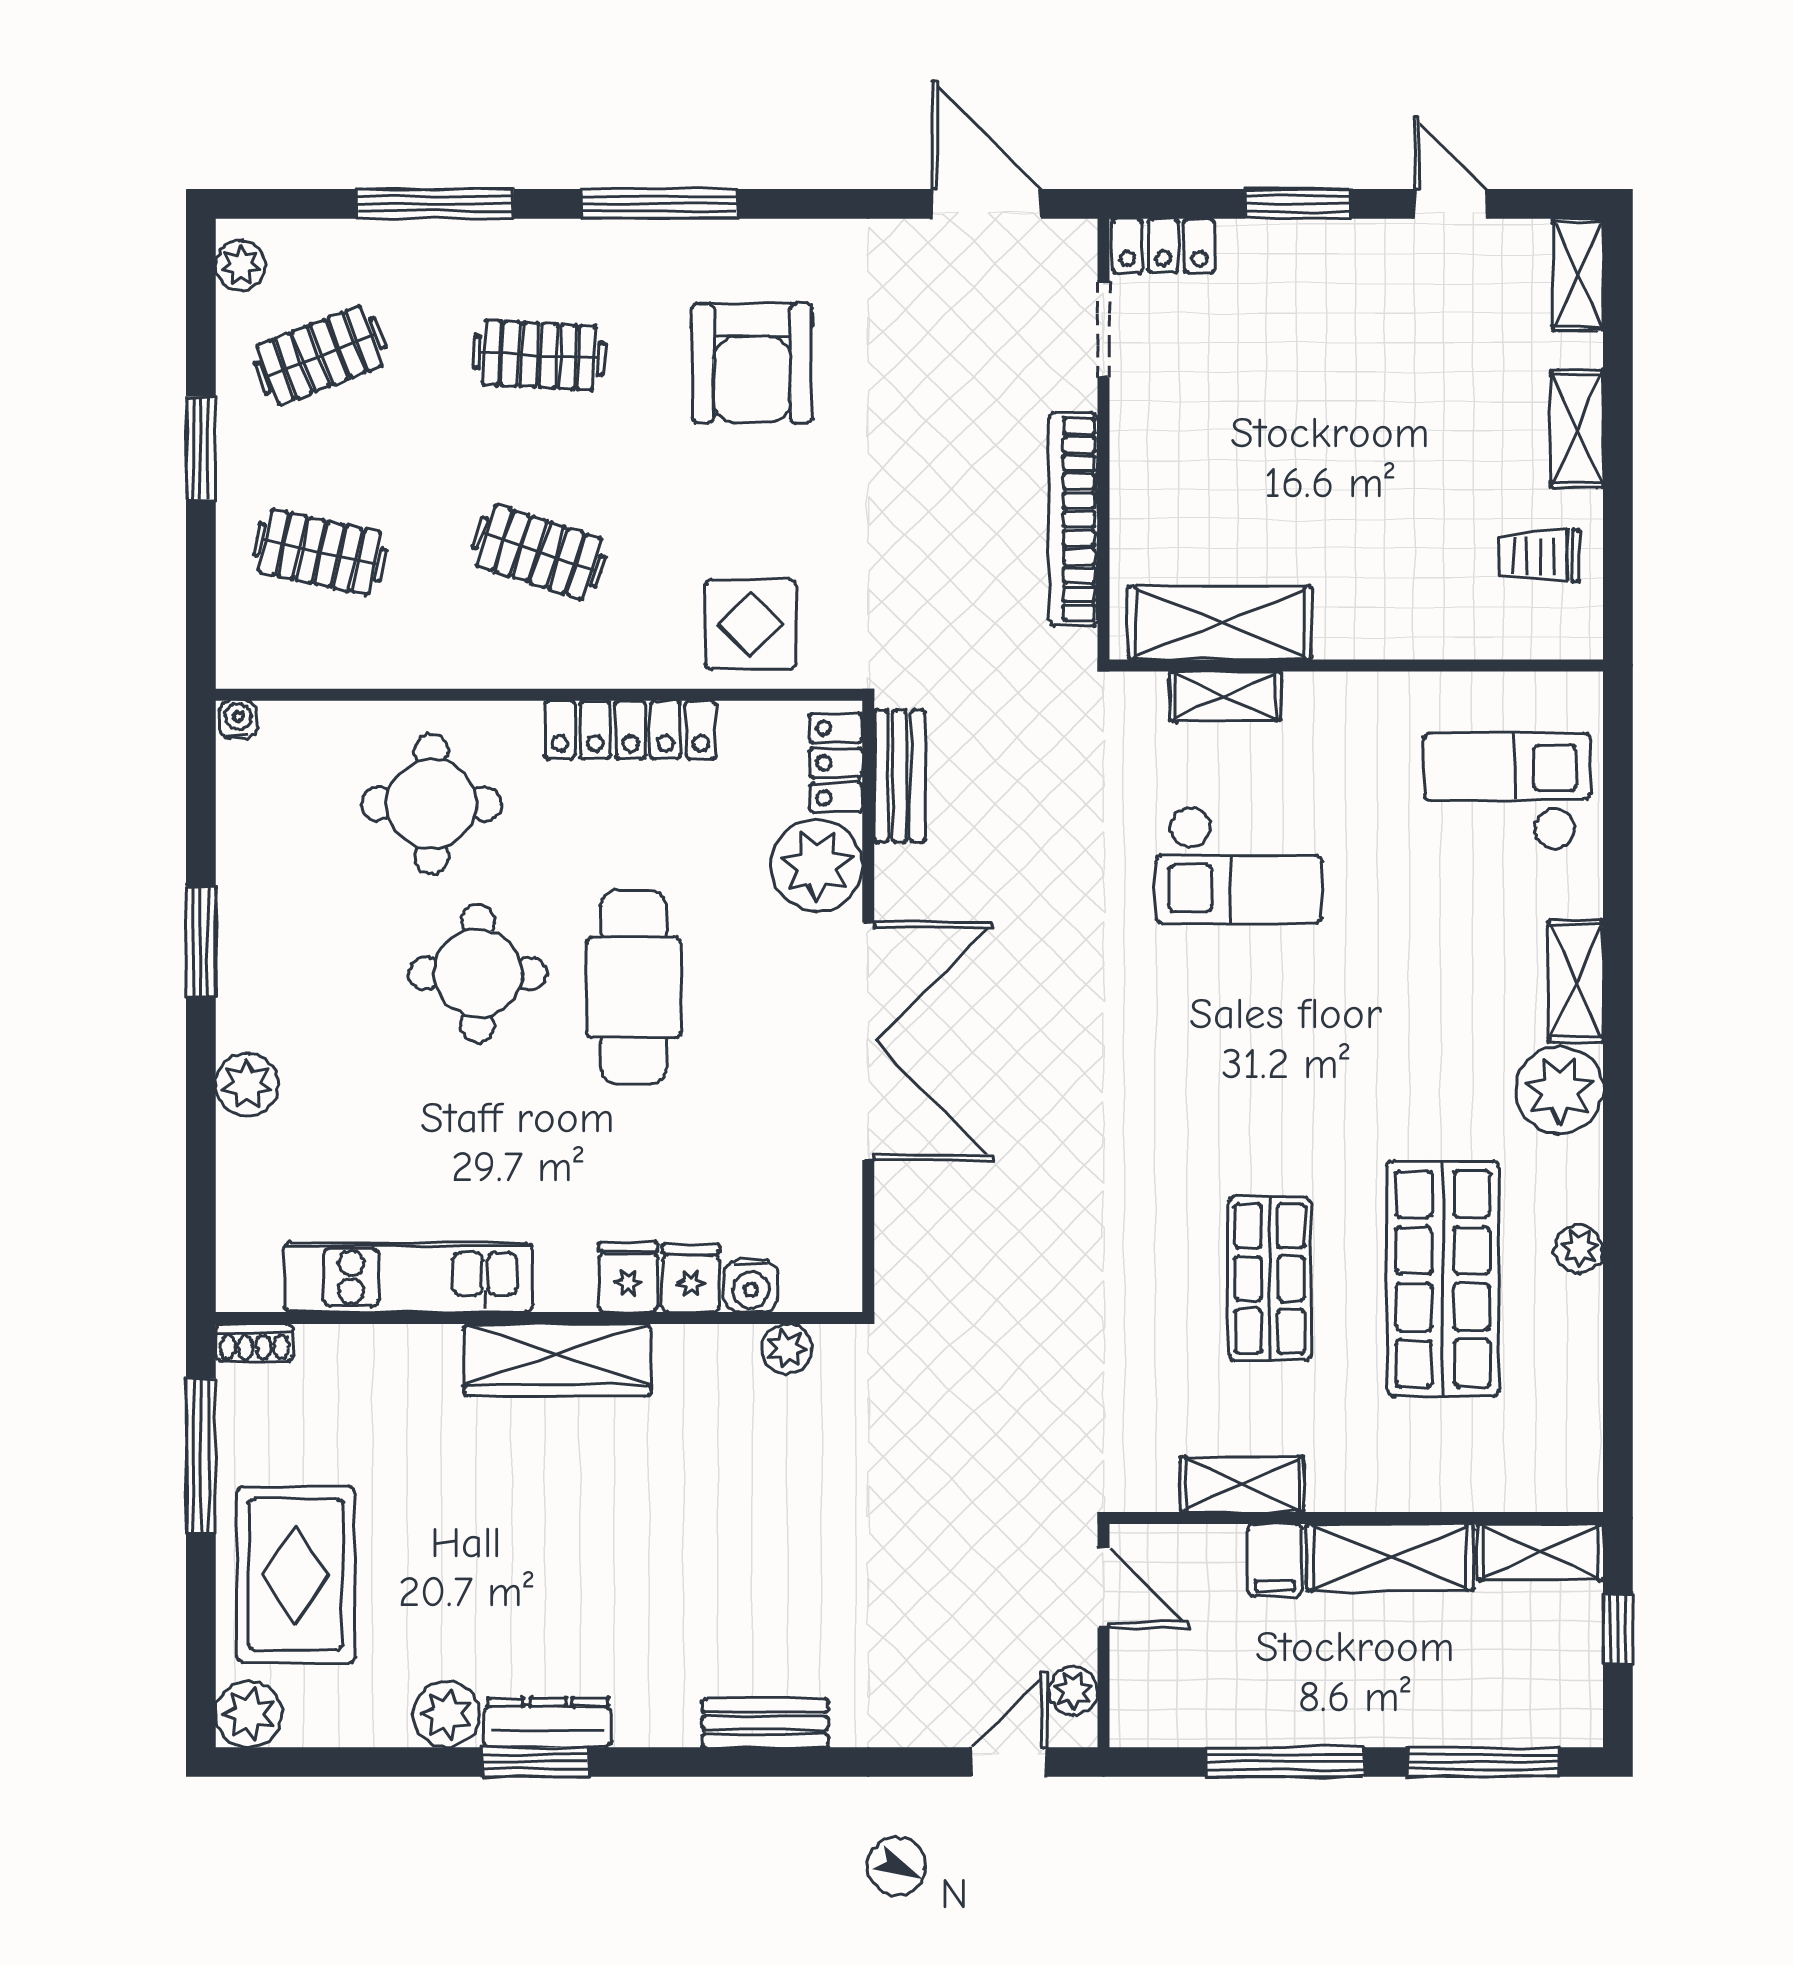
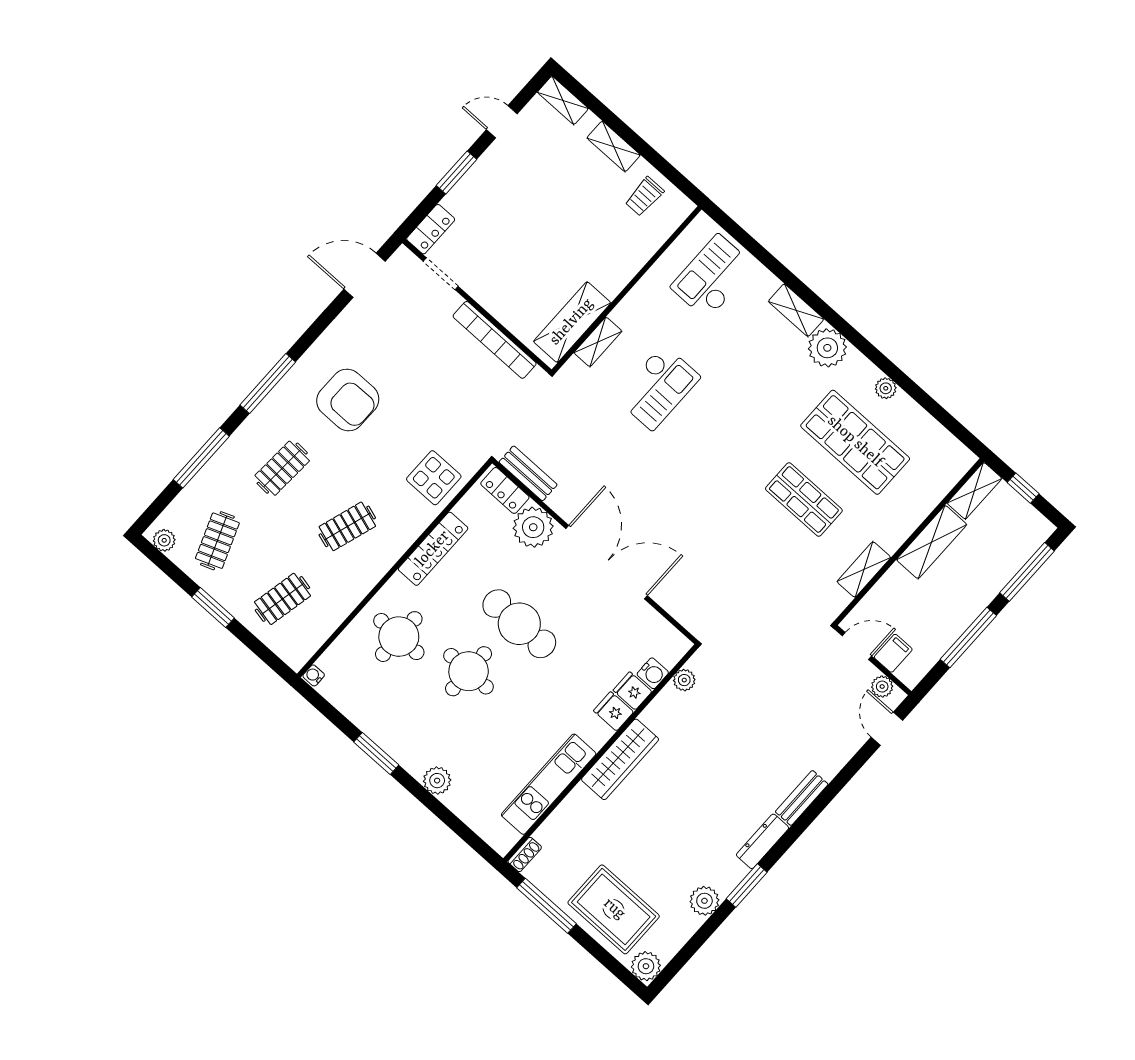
filing cabinet: (1275, 1560) -> (893, 653), moved, turned -90
dresser: (548, 1722) -> (763, 841), moved

